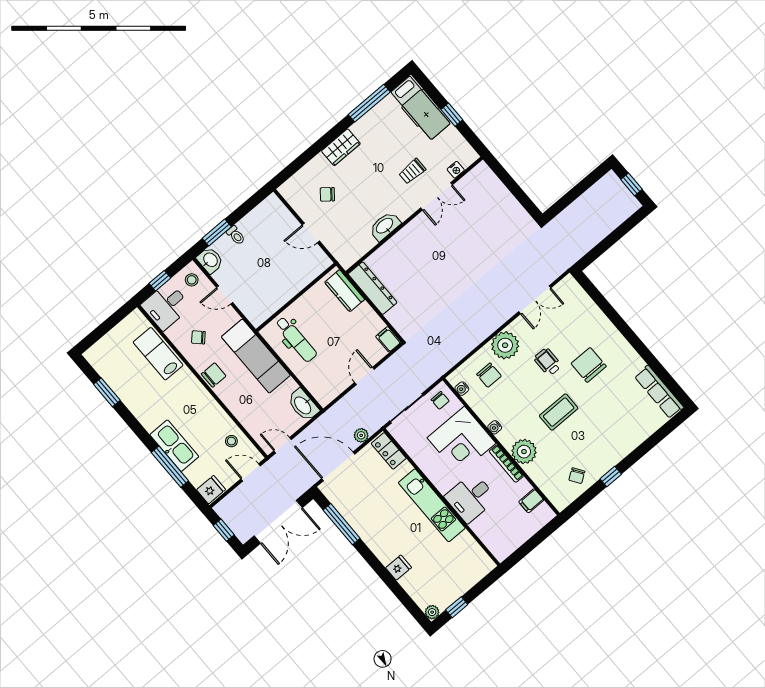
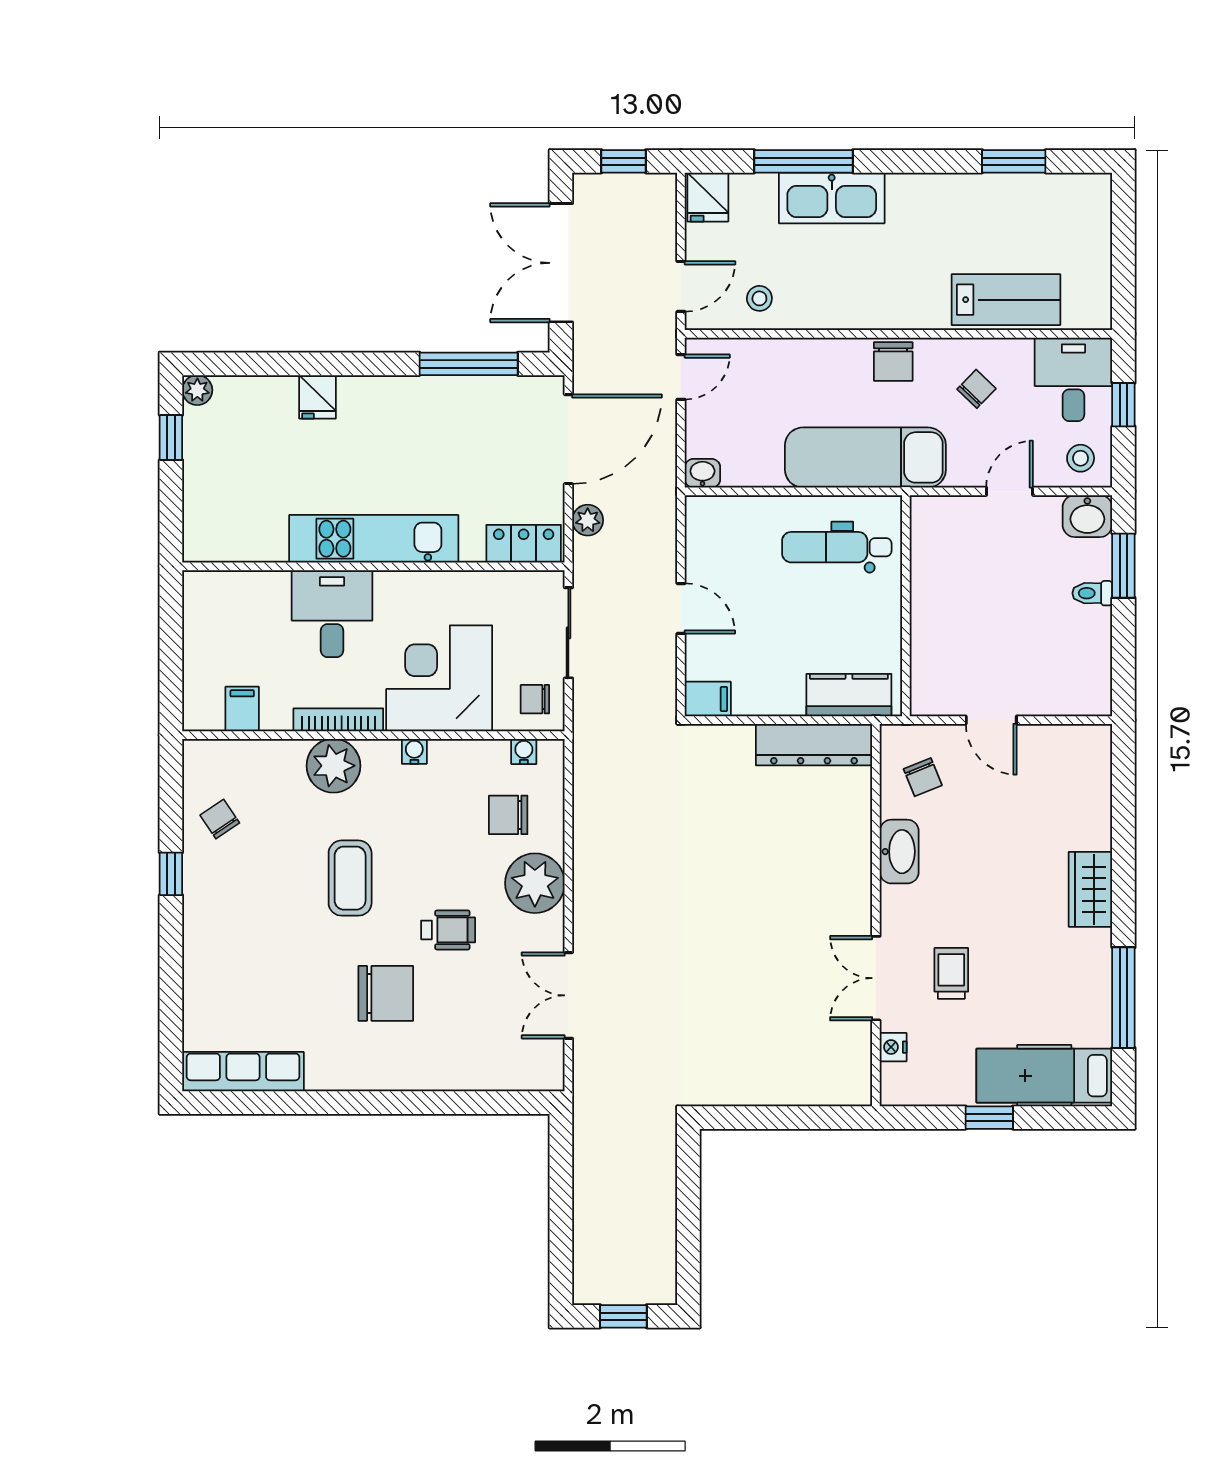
chair: (327, 194) -> (923, 777), moved, turned 119
door: (311, 233) -> (991, 720), swing flipped
washbasin: (303, 405) -> (702, 473), width x0.52, depth x0.69

